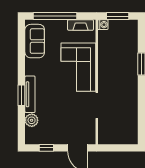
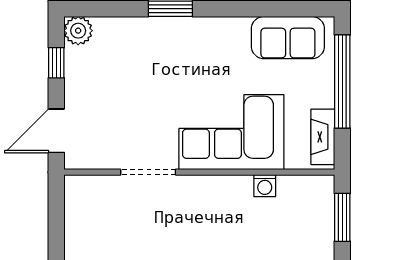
washing machine: (103, 25) -> (265, 186), moved
tv unit: (30, 94) -> (172, 27), removed
plant: (32, 120) -> (78, 31), moved

